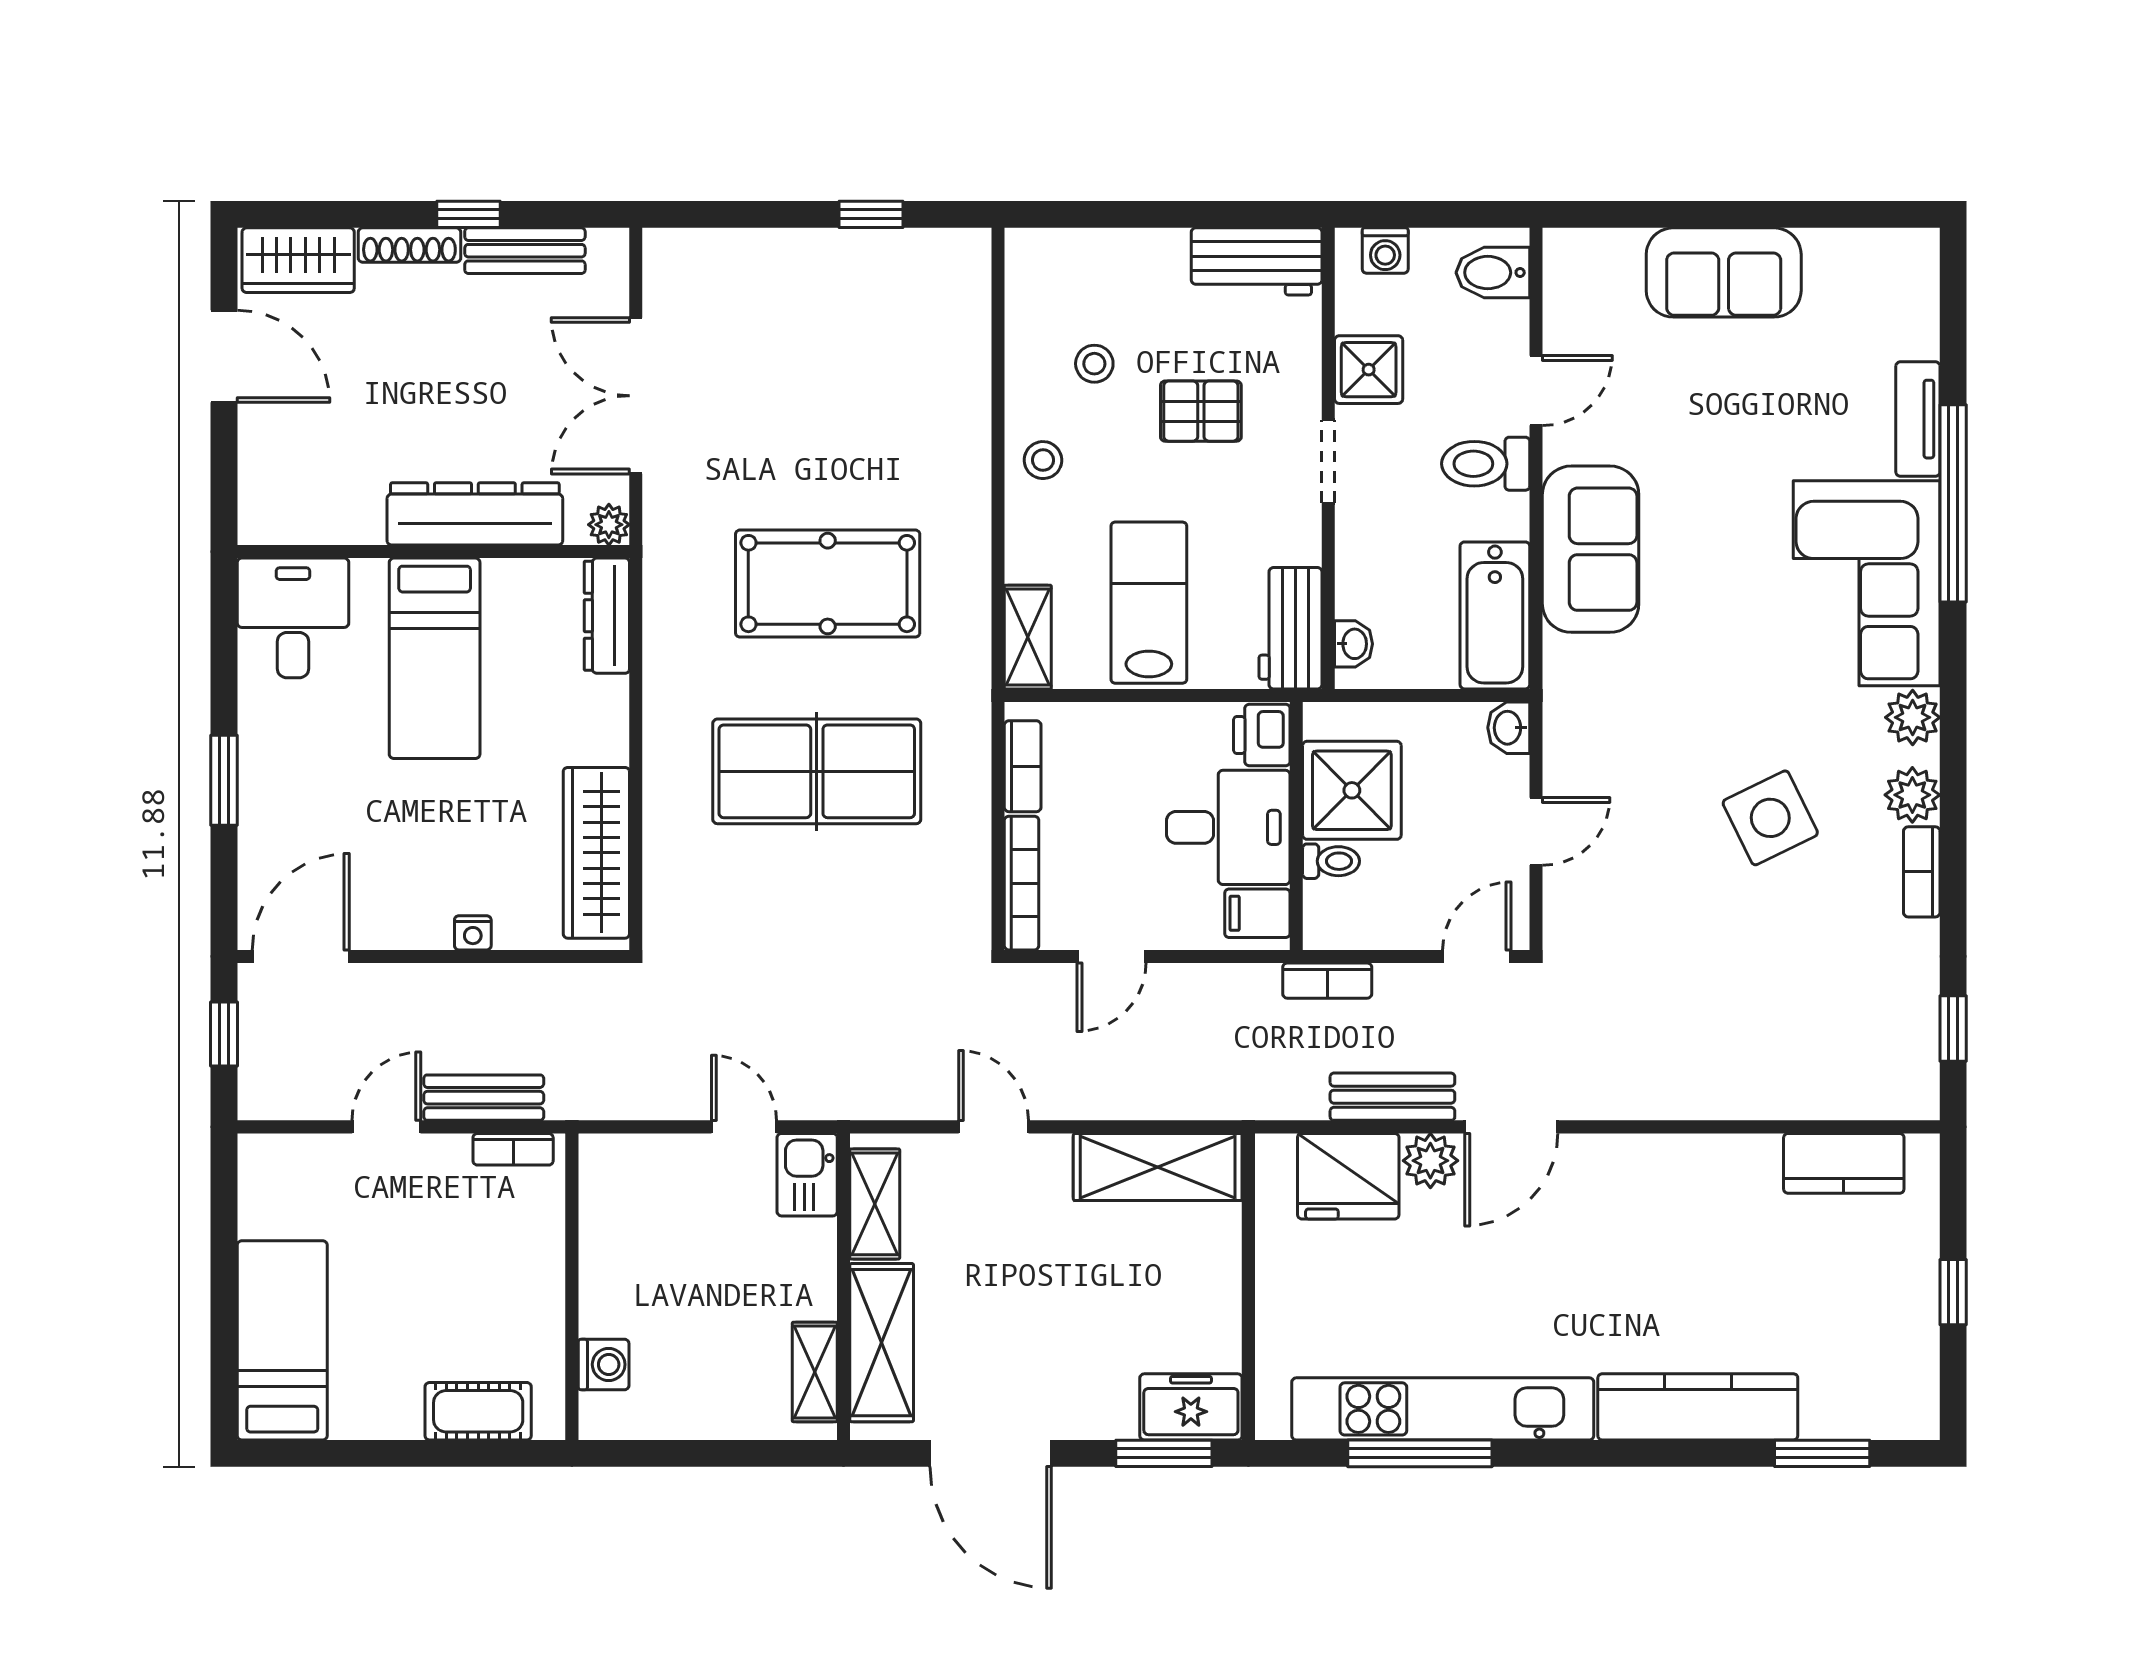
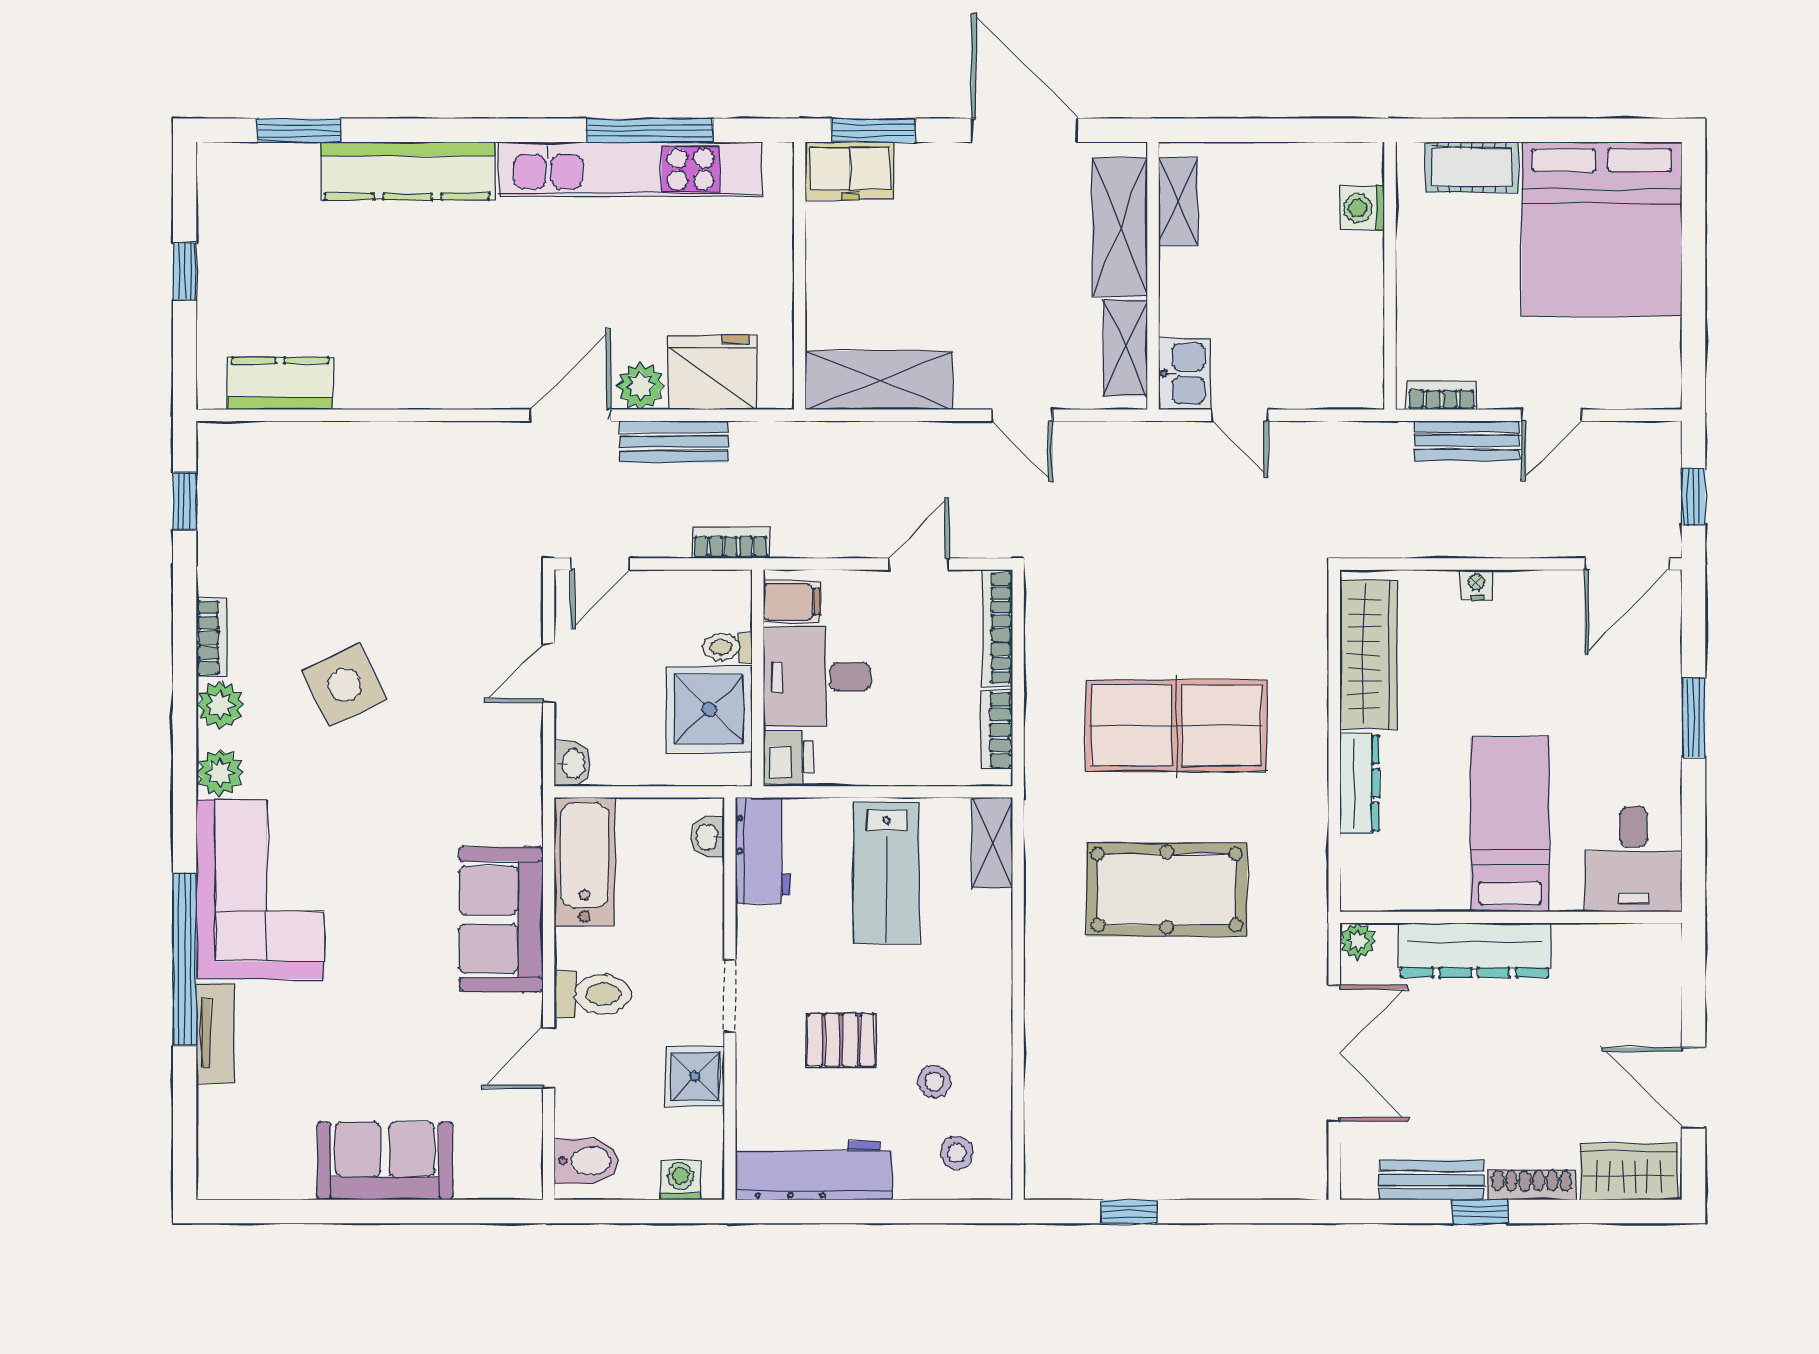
workbench: (1257, 261) -> (814, 1171), width x1.37
stool: (1043, 460) -> (957, 1153), moved
dresser: (607, 616) -> (1360, 783), moved
bed: (282, 1340) -> (1602, 229), width x2.04

